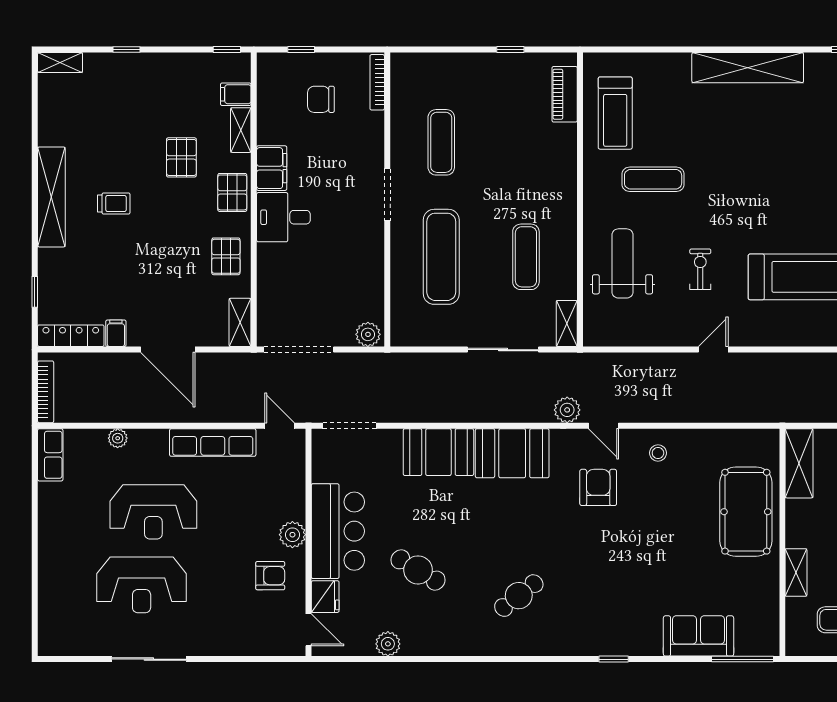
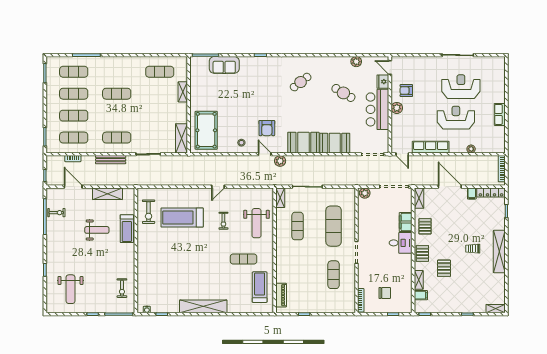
filing cabinet: (272, 168) -> (406, 222), moved
row of seats: (50, 455) -> (500, 114), moved
pool table: (746, 512) -> (206, 130), moved

